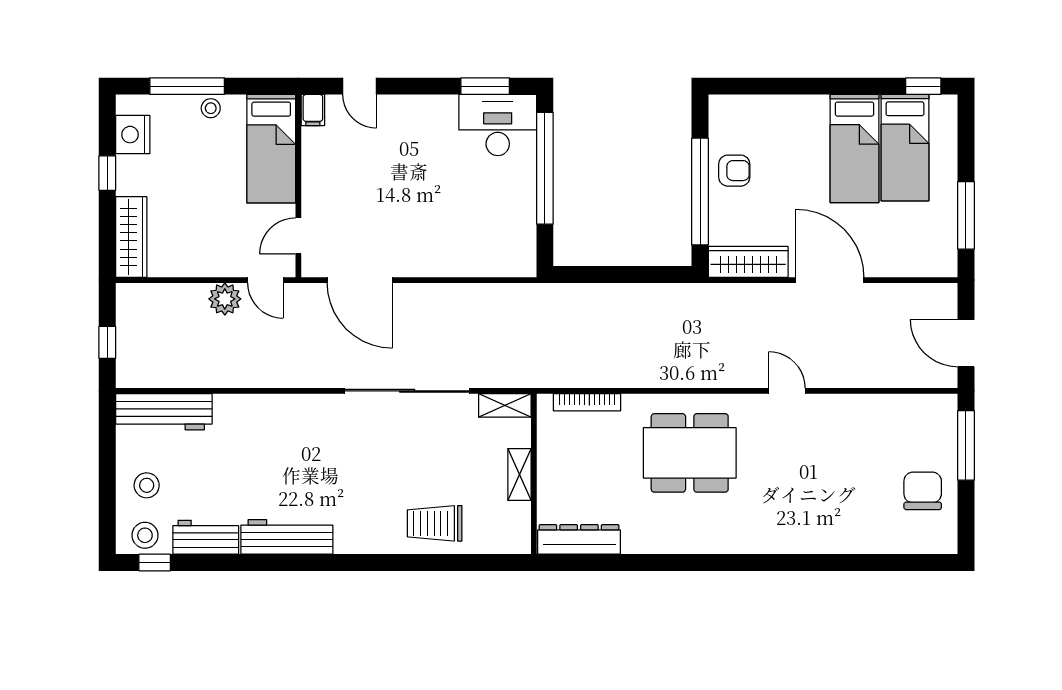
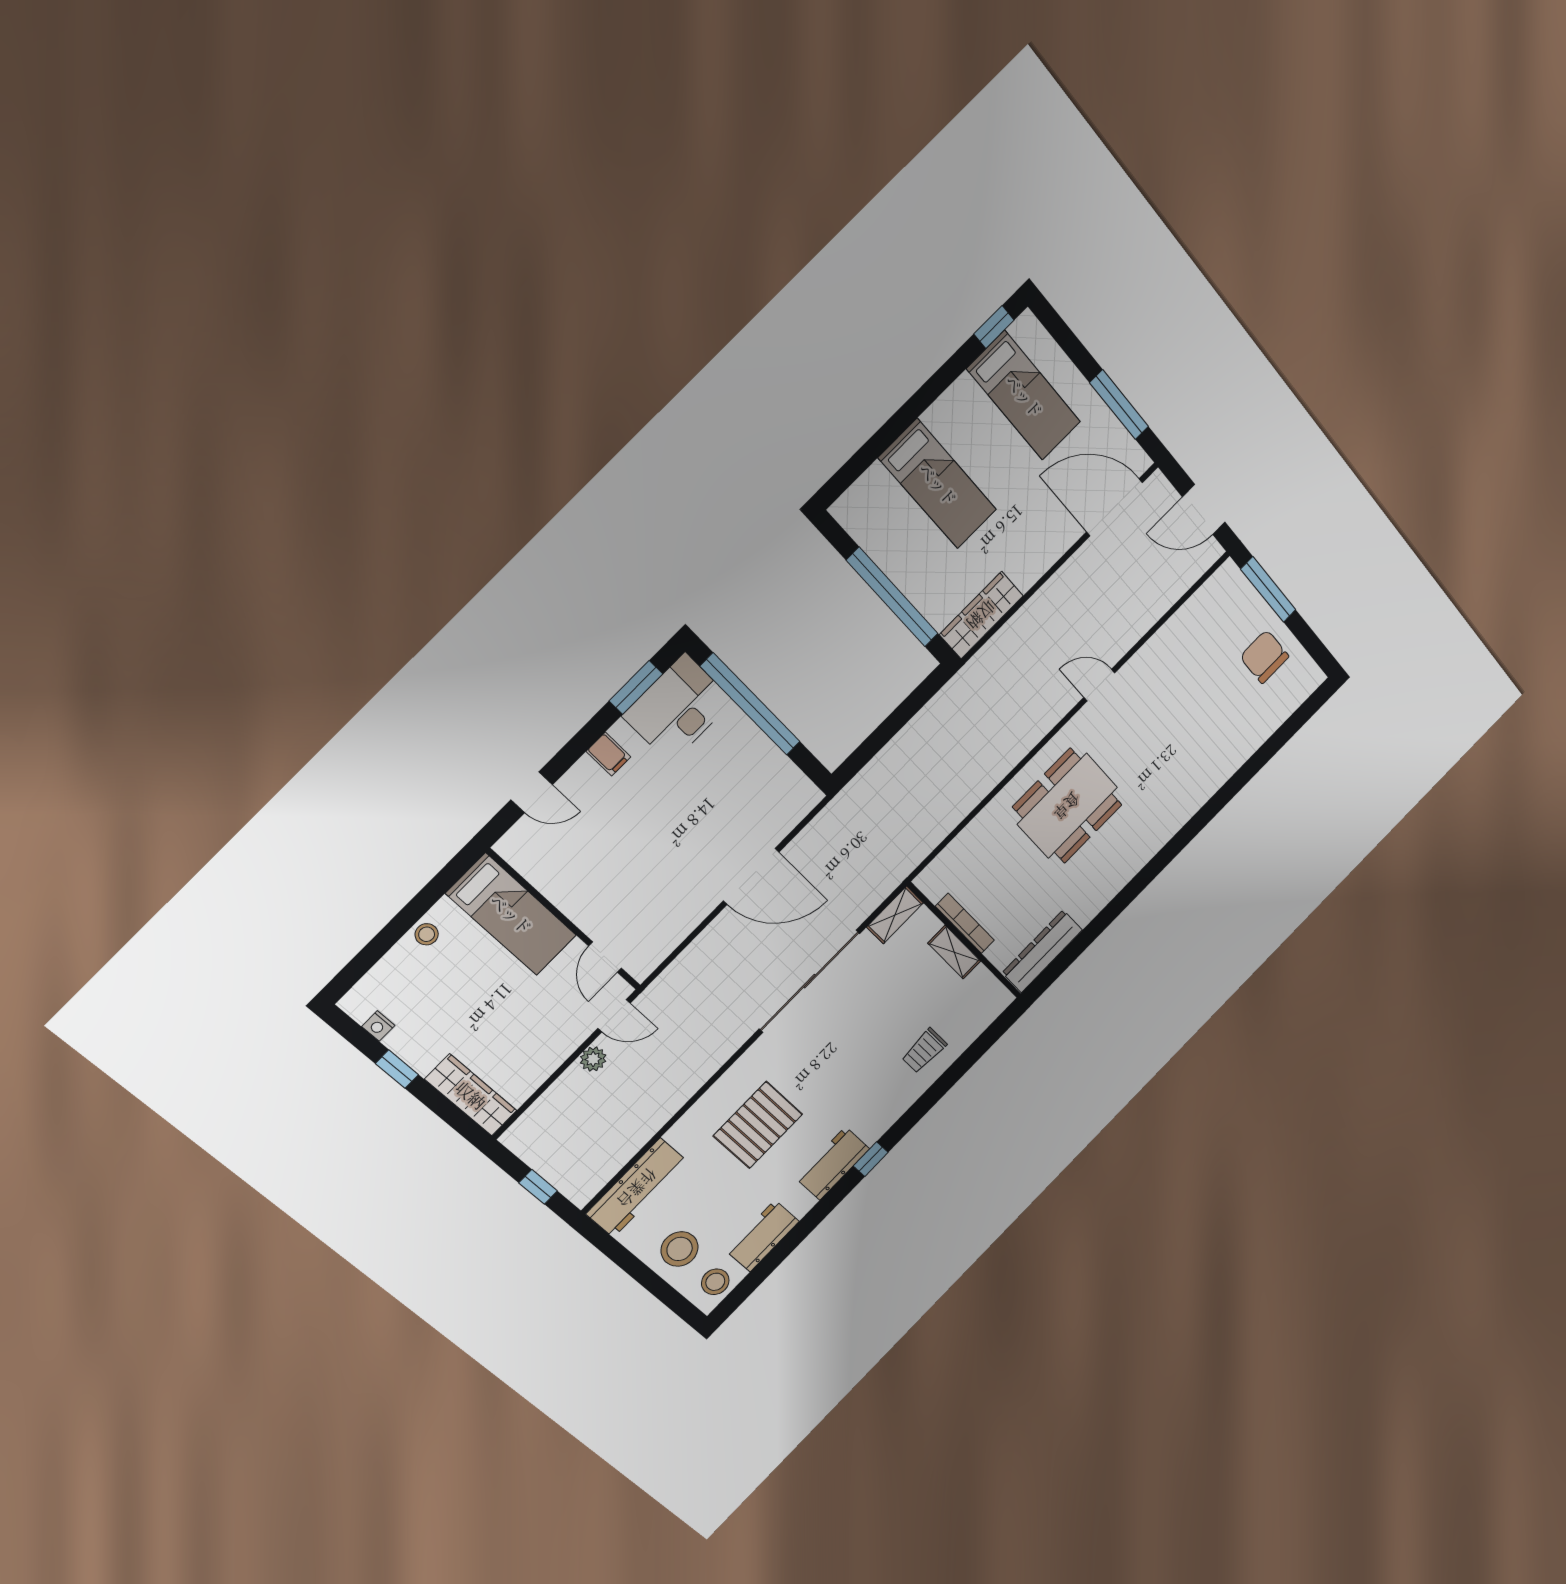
window: (187, 86) -> (387, 937), removed
filing cabinet: (313, 110) -> (608, 754), moved
nightstand: (133, 135) -> (378, 1026), width x0.53, depth x0.56
bed: (854, 148) -> (938, 484), moved
armchair: (734, 171) -> (904, 552), removed
door: (360, 280) -> (751, 876), moved
door: (830, 280) -> (1115, 507), moved
plant: (225, 299) -> (593, 1059), width x0.73, depth x0.73
bookcase: (587, 402) -> (965, 923), moved, turned -90
pallet: (279, 454) -> (758, 1125), added
stool: (147, 485) -> (680, 1249), width x1.38, depth x1.38
trolley: (435, 523) -> (924, 1051), width x0.73, depth x0.72
workbench: (287, 537) -> (833, 1163), width x0.73
window: (155, 563) -> (871, 1159), moved

